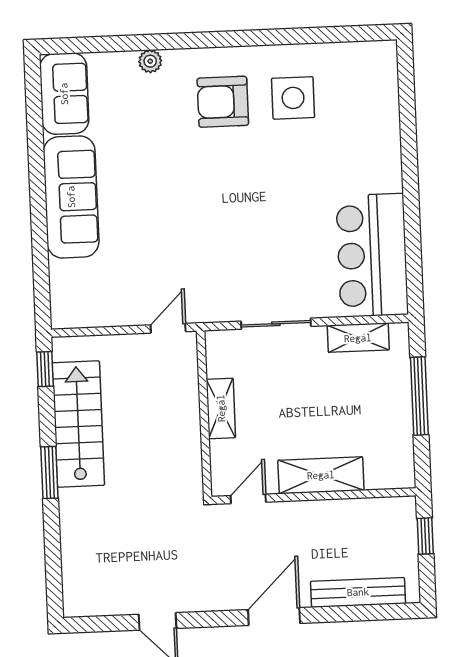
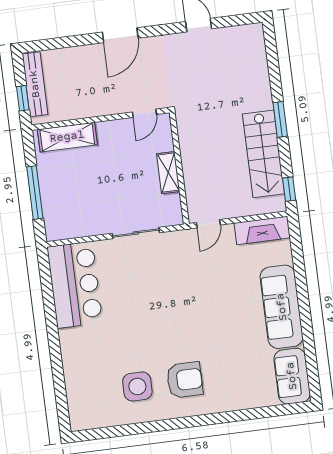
plant: (150, 61) -> (236, 403), removed
fireplace: (90, 312) -> (262, 230), added
shelving: (358, 338) -> (80, 228), removed
shelving: (321, 475) -> (67, 137), moved
bench: (358, 592) -> (35, 84), moved, turned 90

